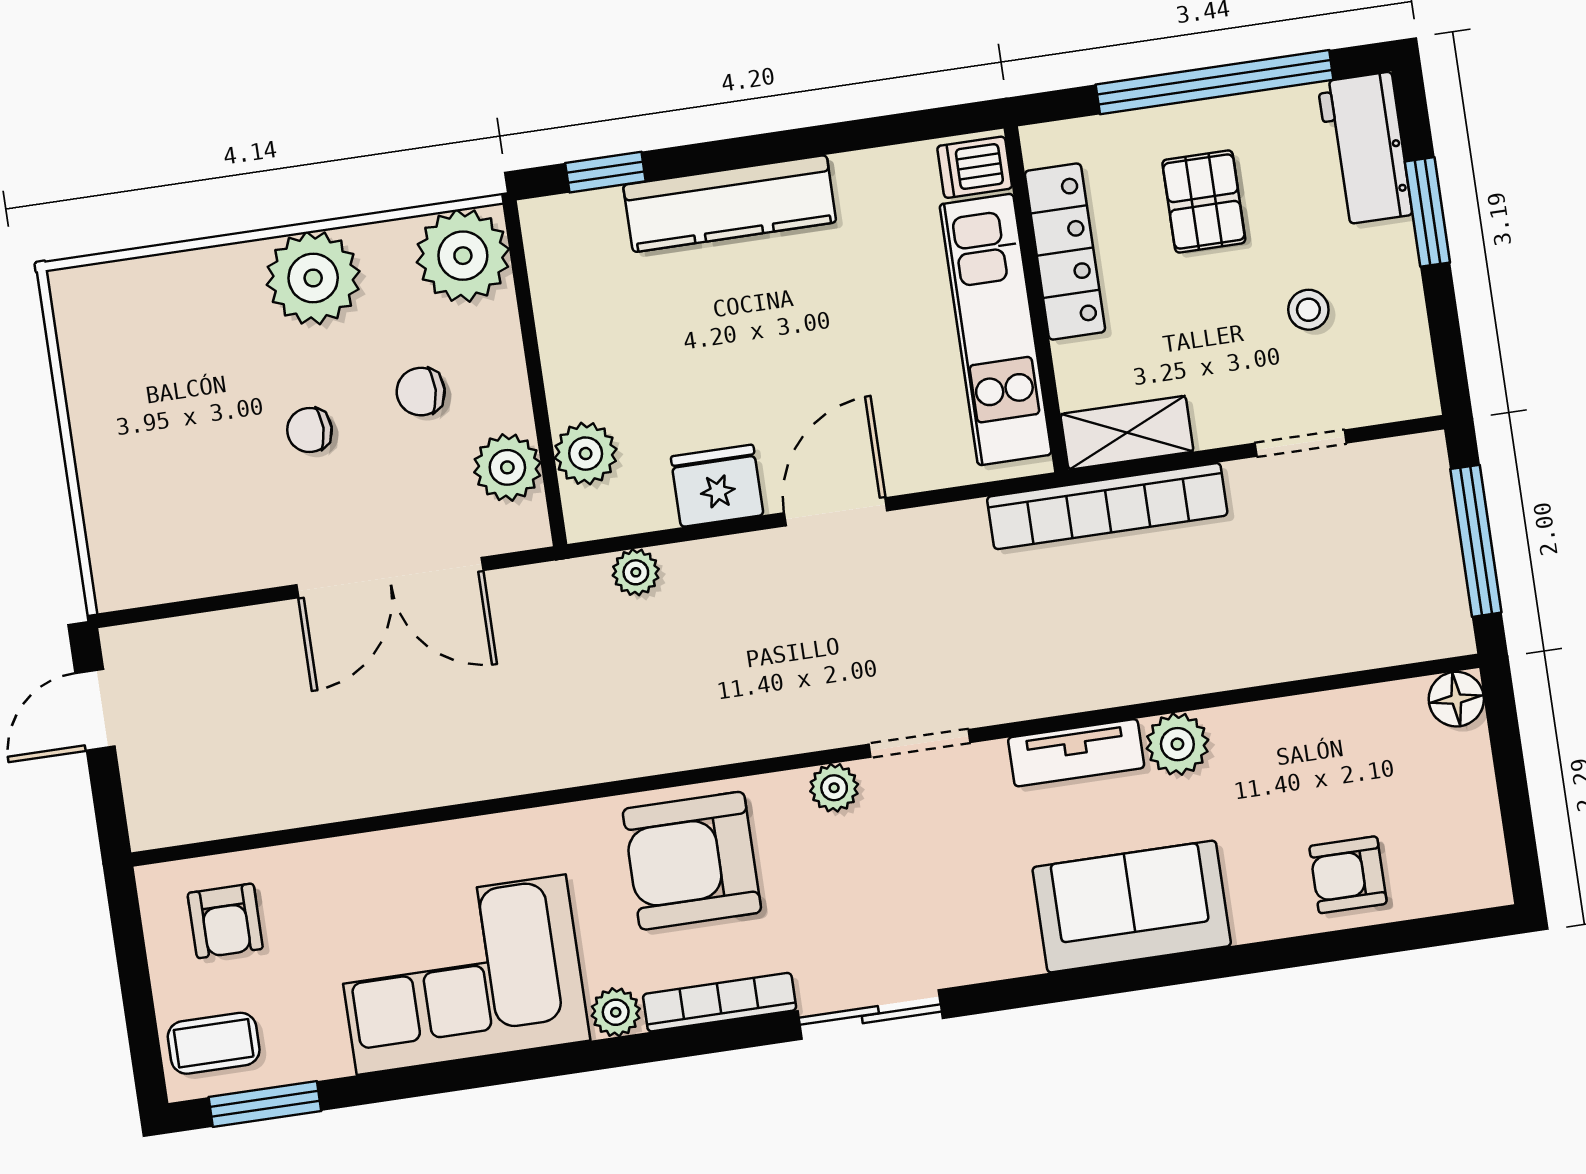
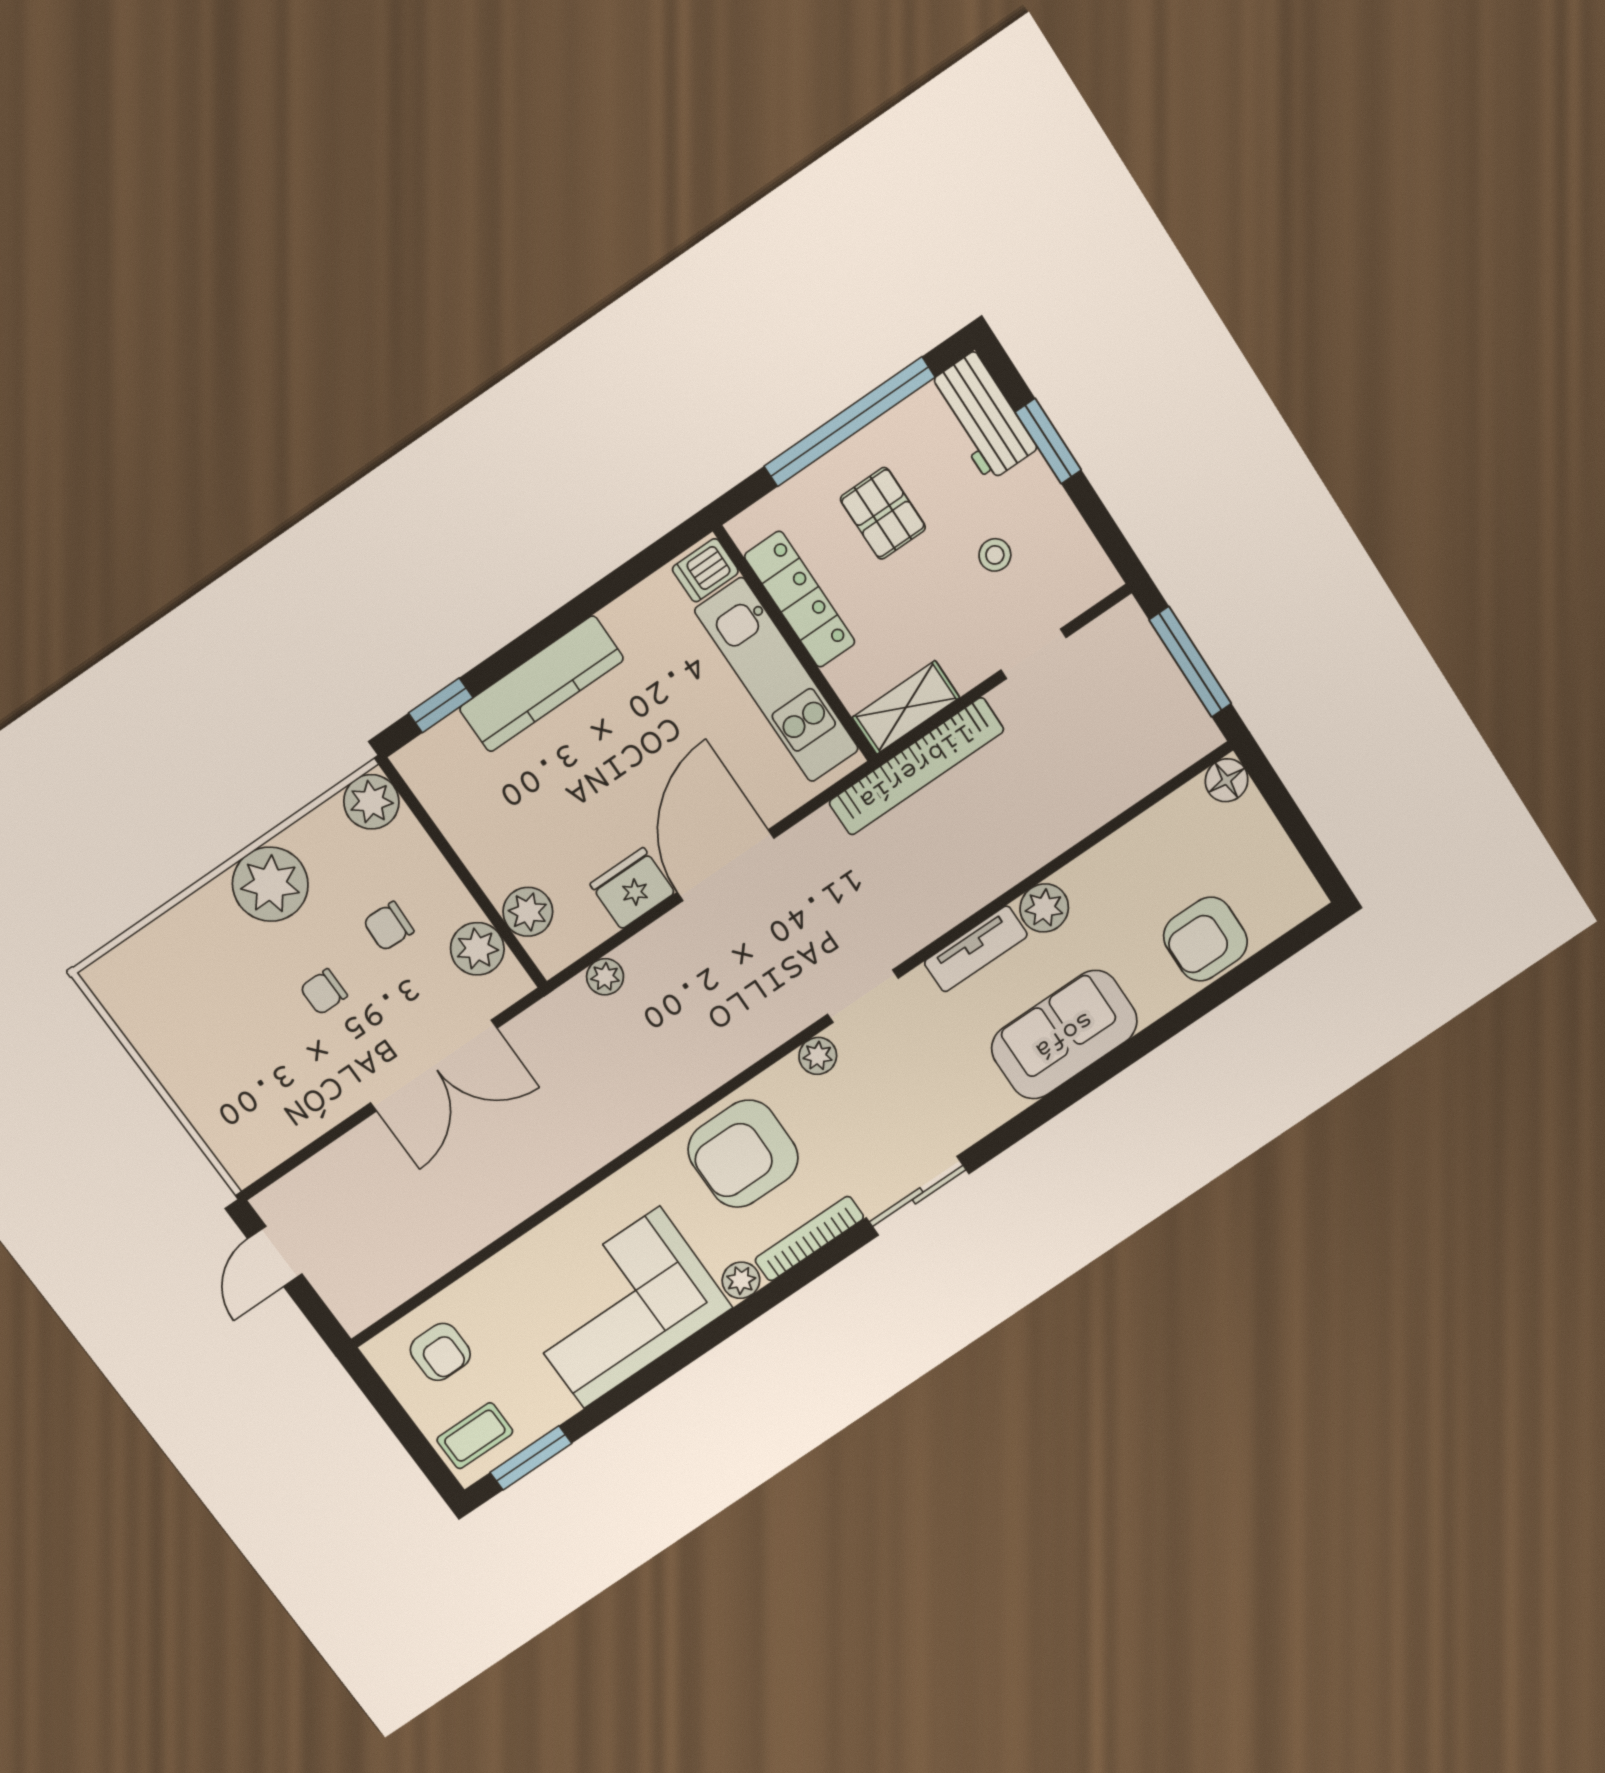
plant: (463, 256) -> (371, 802), width x0.73, depth x0.73
door: (836, 512) -> (726, 865), width x1.36
armchair: (1348, 875) -> (1205, 939), width x1.38, depth x1.38

